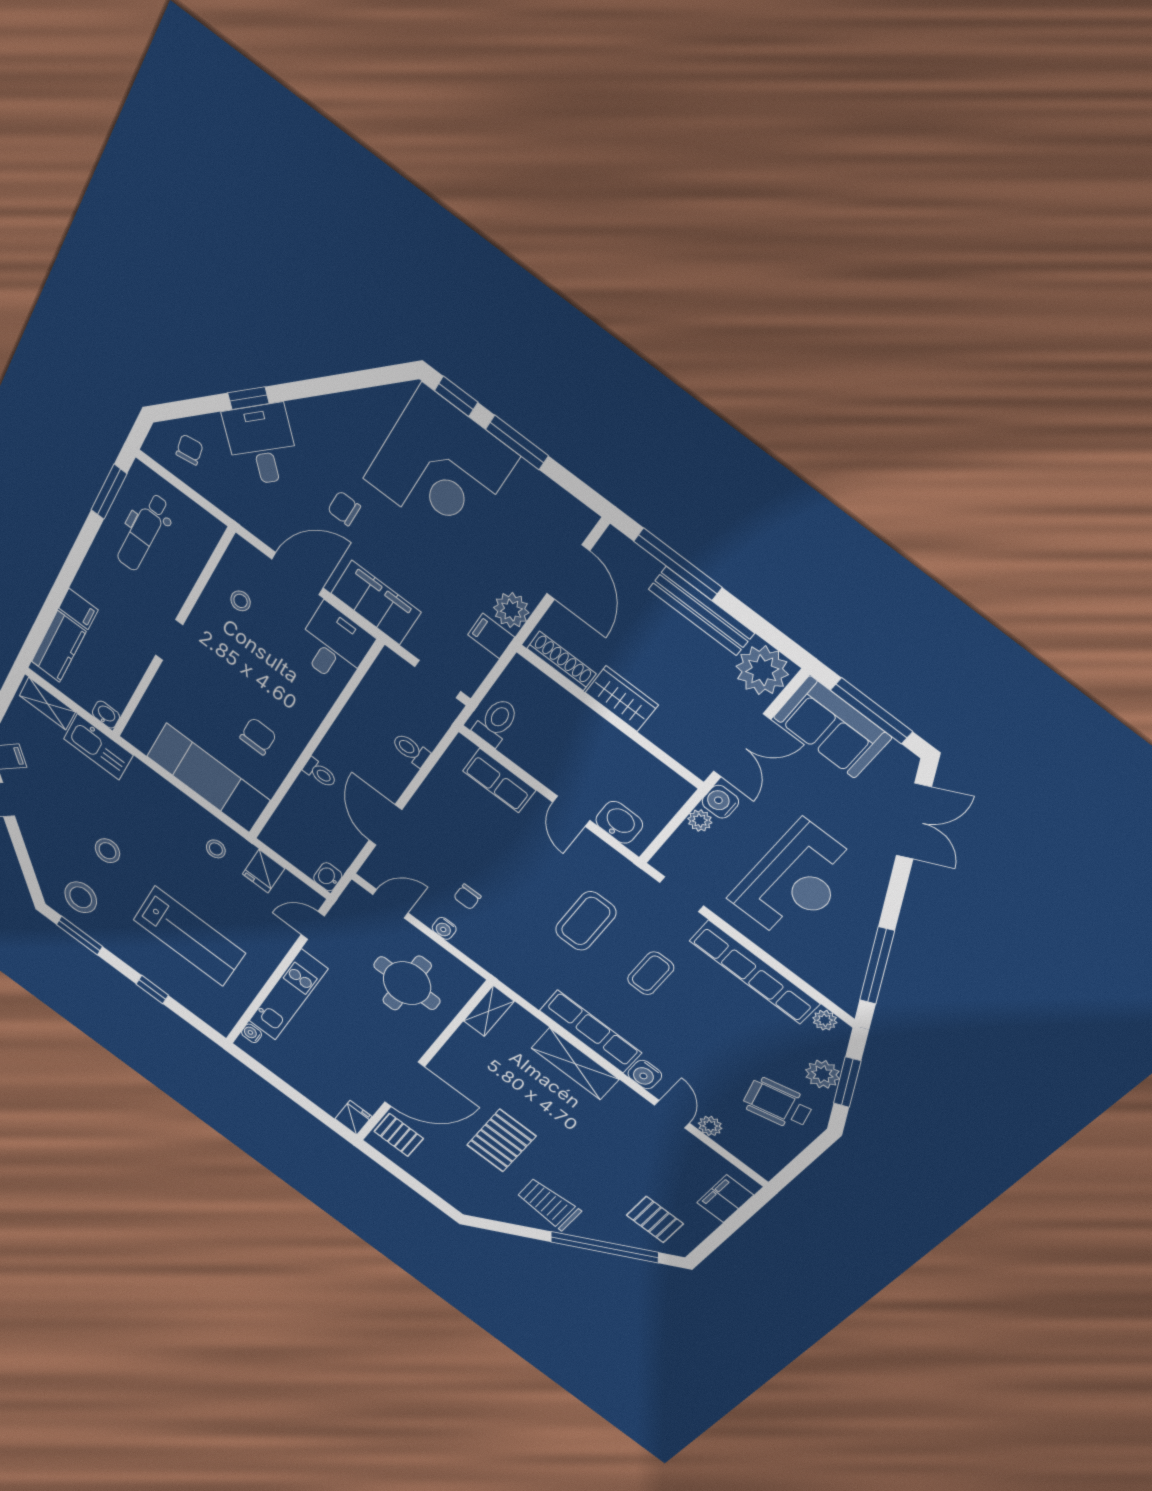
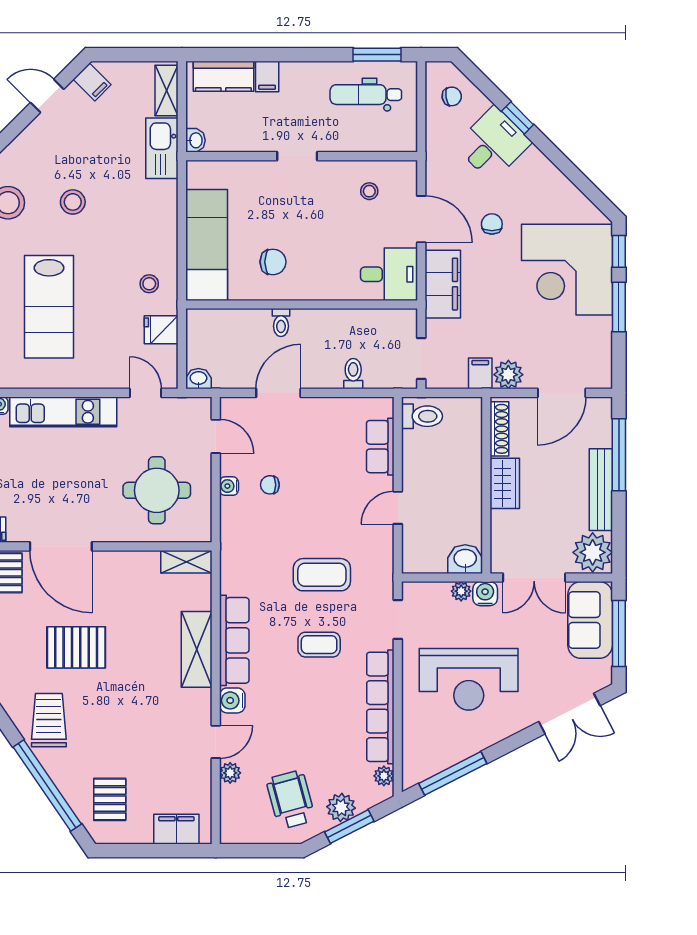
washbasin: (619, 822) -> (465, 559), moved, turned -90

